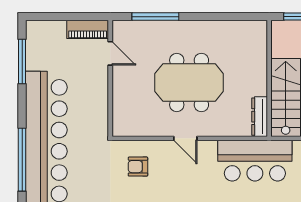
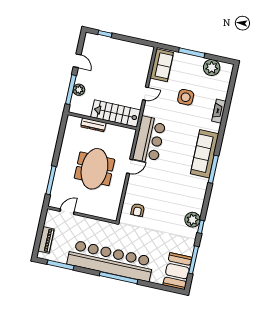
piano: (88, 29) -> (46, 240), moved
dresser: (260, 117) -> (93, 125), moved
door: (185, 138) -> (130, 166), moved

